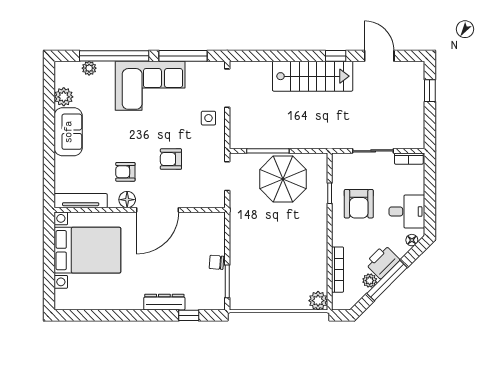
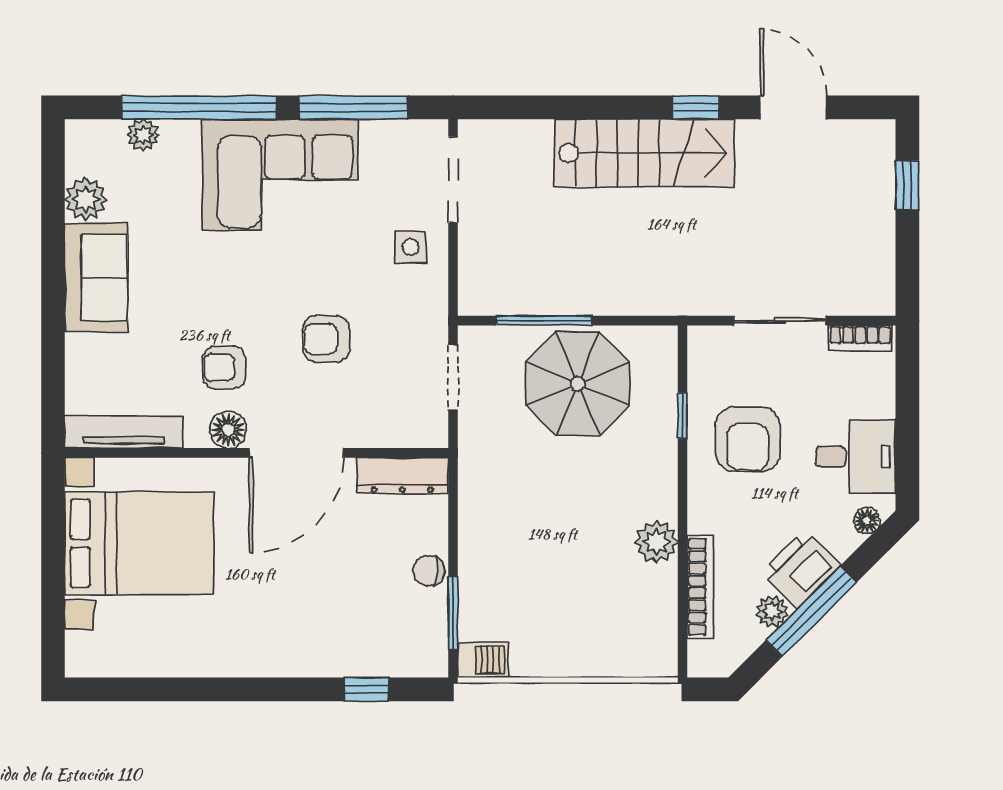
plant: (318, 301) -> (656, 542), moved
dresser: (164, 302) -> (402, 476), moved, turned 180
barbecue: (241, 302) -> (483, 660), added

